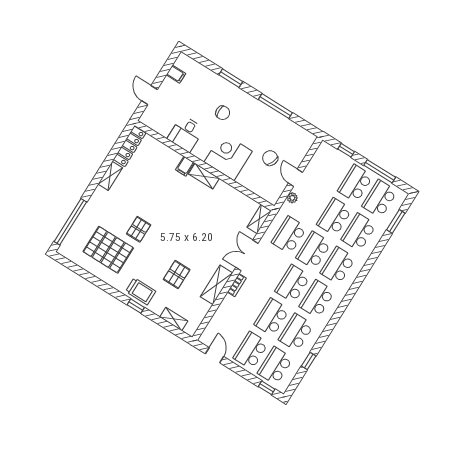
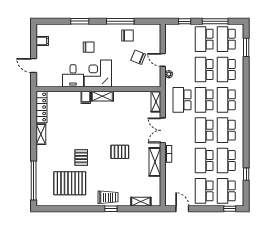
chair: (273, 127) -> (127, 35), added
corner desk: (228, 157) -> (98, 73), moved
pallet: (177, 275) -> (120, 152), moved, turned 90

